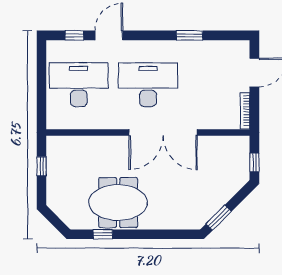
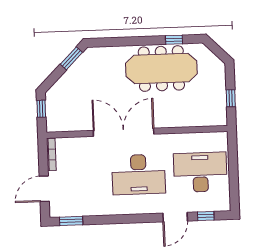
window: (190, 35) -> (71, 221), moved
desk: (79, 85) -> (200, 172), turned 180
meeting table: (118, 203) -> (161, 69), width x1.36

